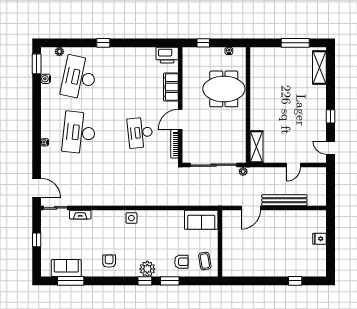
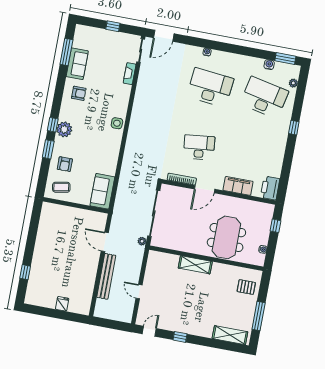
pallet: (269, 60) -> (246, 287), added
door: (180, 119) -> (205, 189), swing flipped
shelving: (257, 147) -> (195, 265), moved
sofa: (66, 268) -> (77, 64), moved

